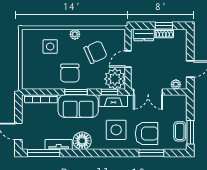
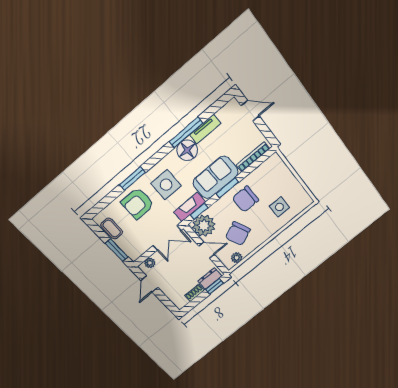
window: (164, 26) -> (215, 286), moved
plant: (75, 34) -> (237, 258), moved
door: (128, 59) -> (207, 250), hinge flipped
chair: (70, 73) -> (245, 199), turned -90
double door: (148, 92) -> (167, 238), swing flipped
window: (190, 132) -> (117, 250), moved
window: (44, 153) -> (186, 132), moved
window: (151, 153) -> (132, 178), moved

